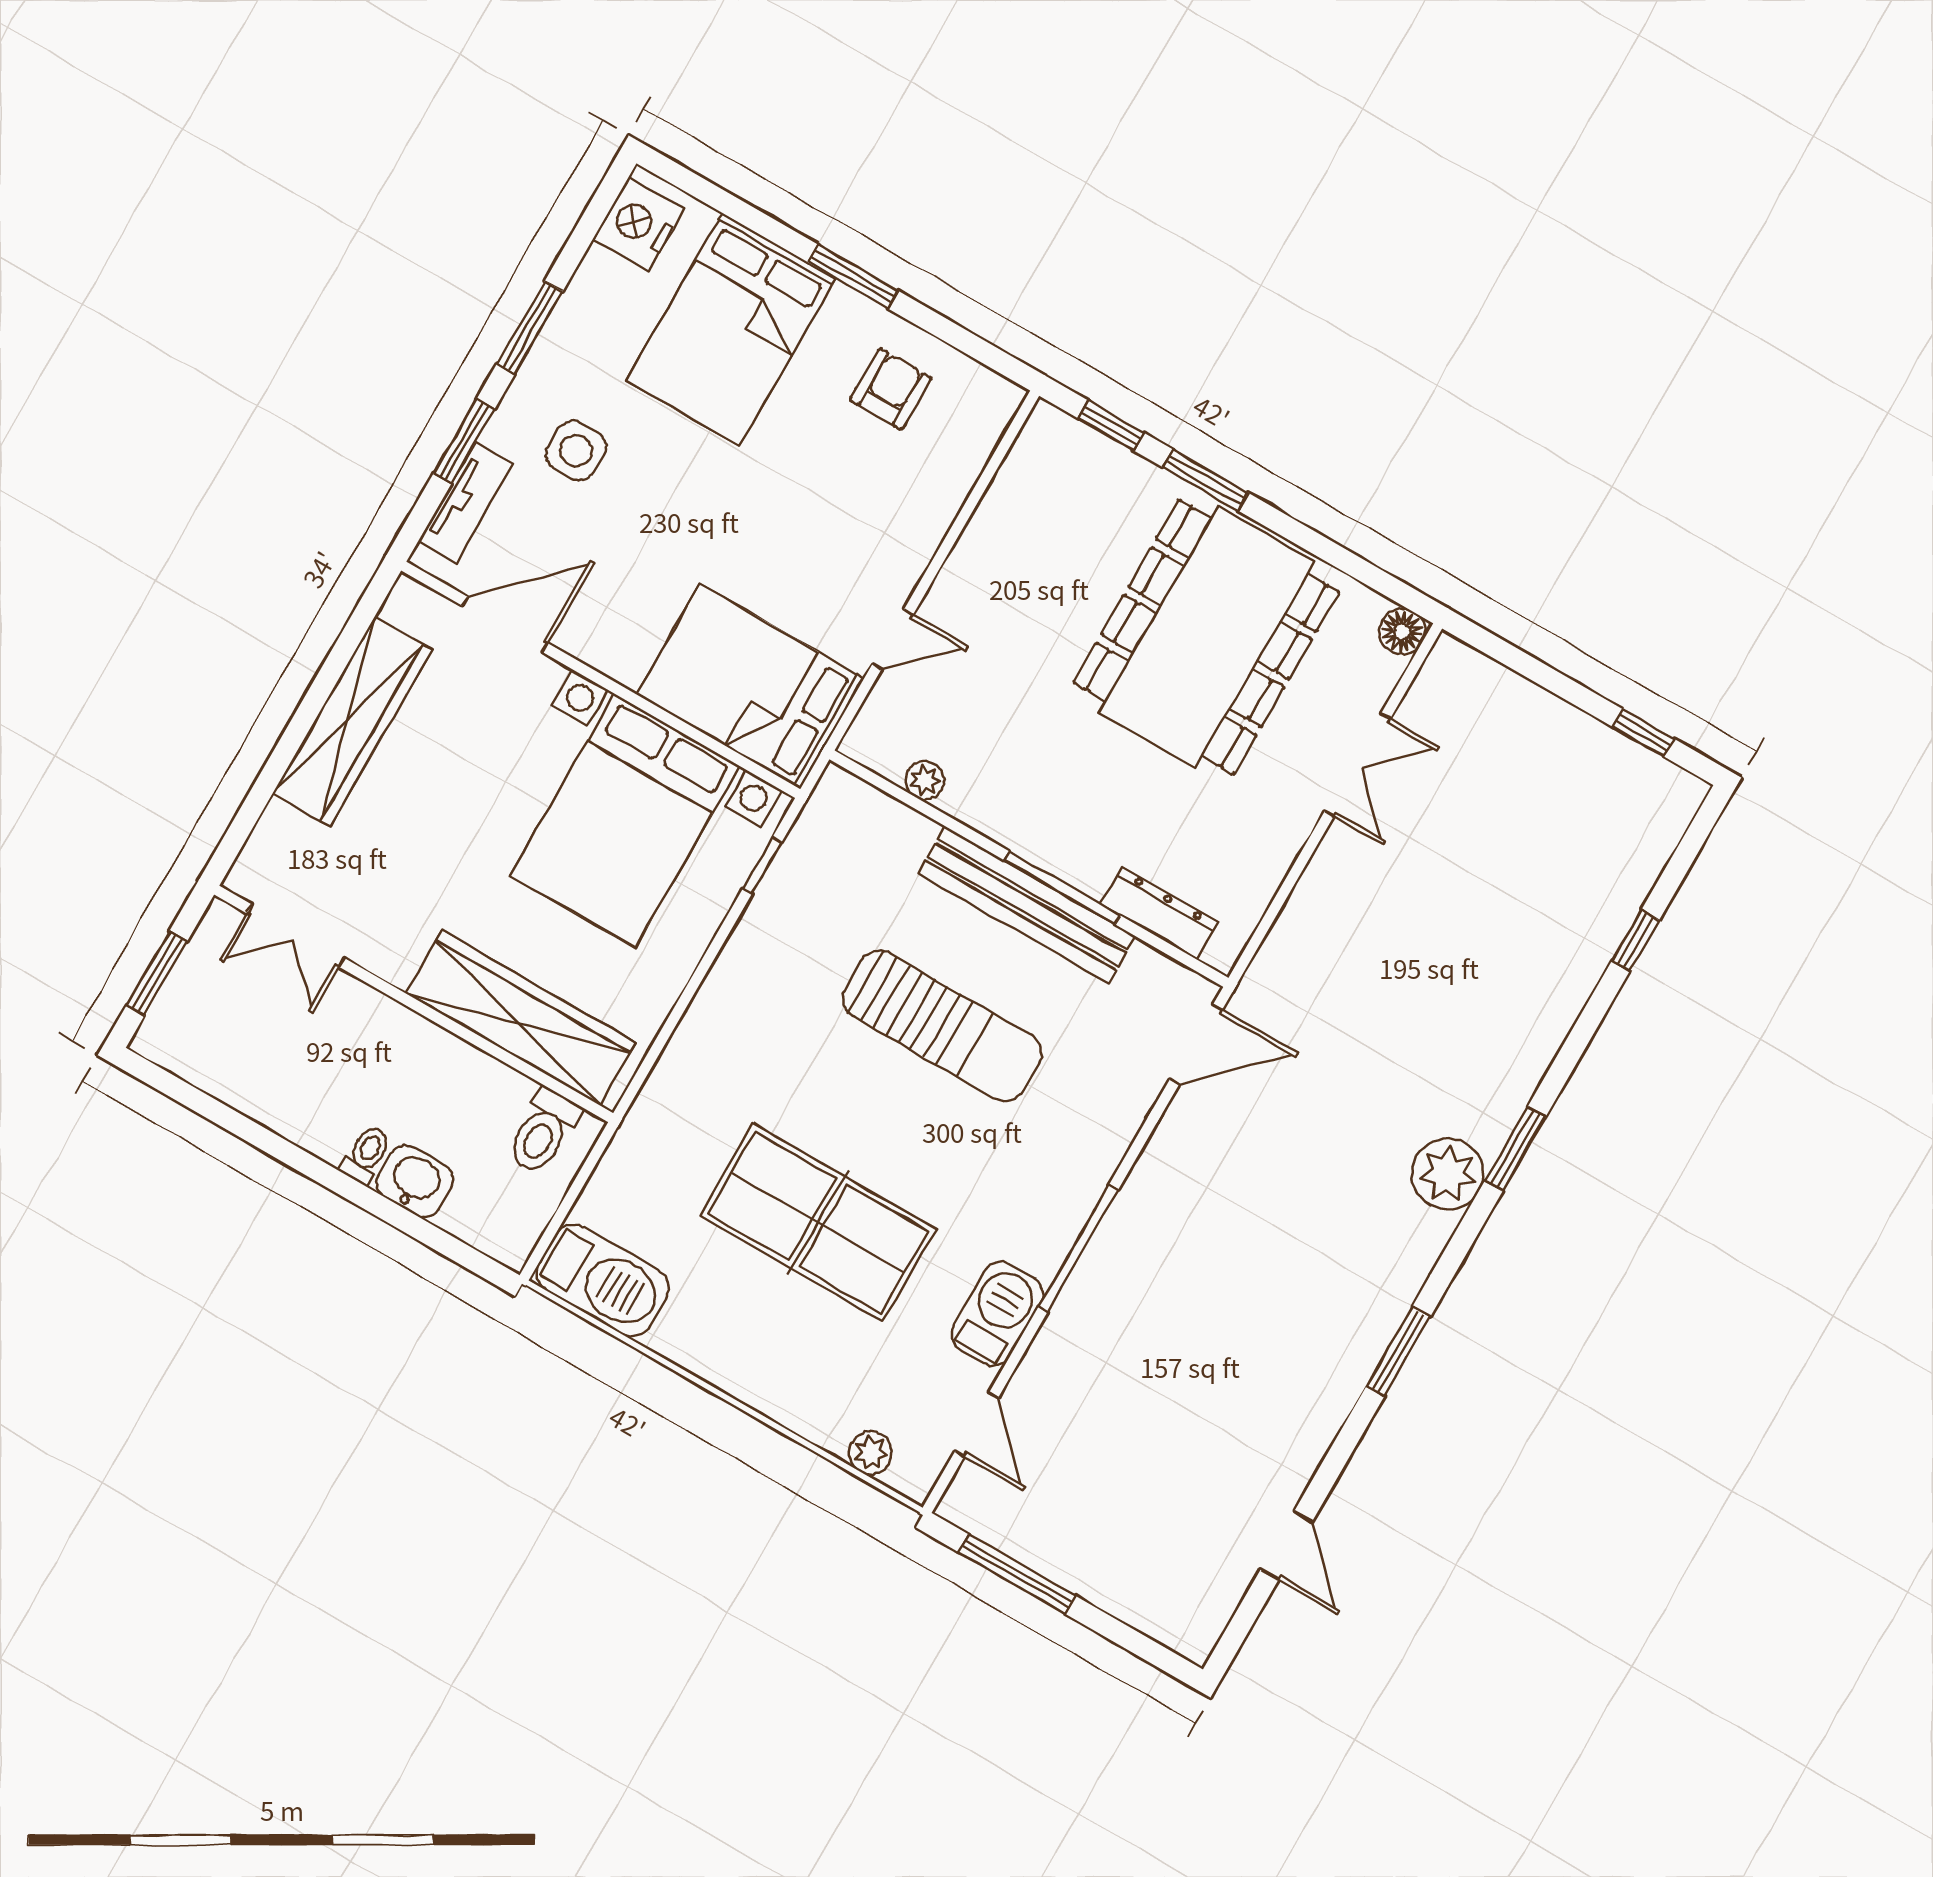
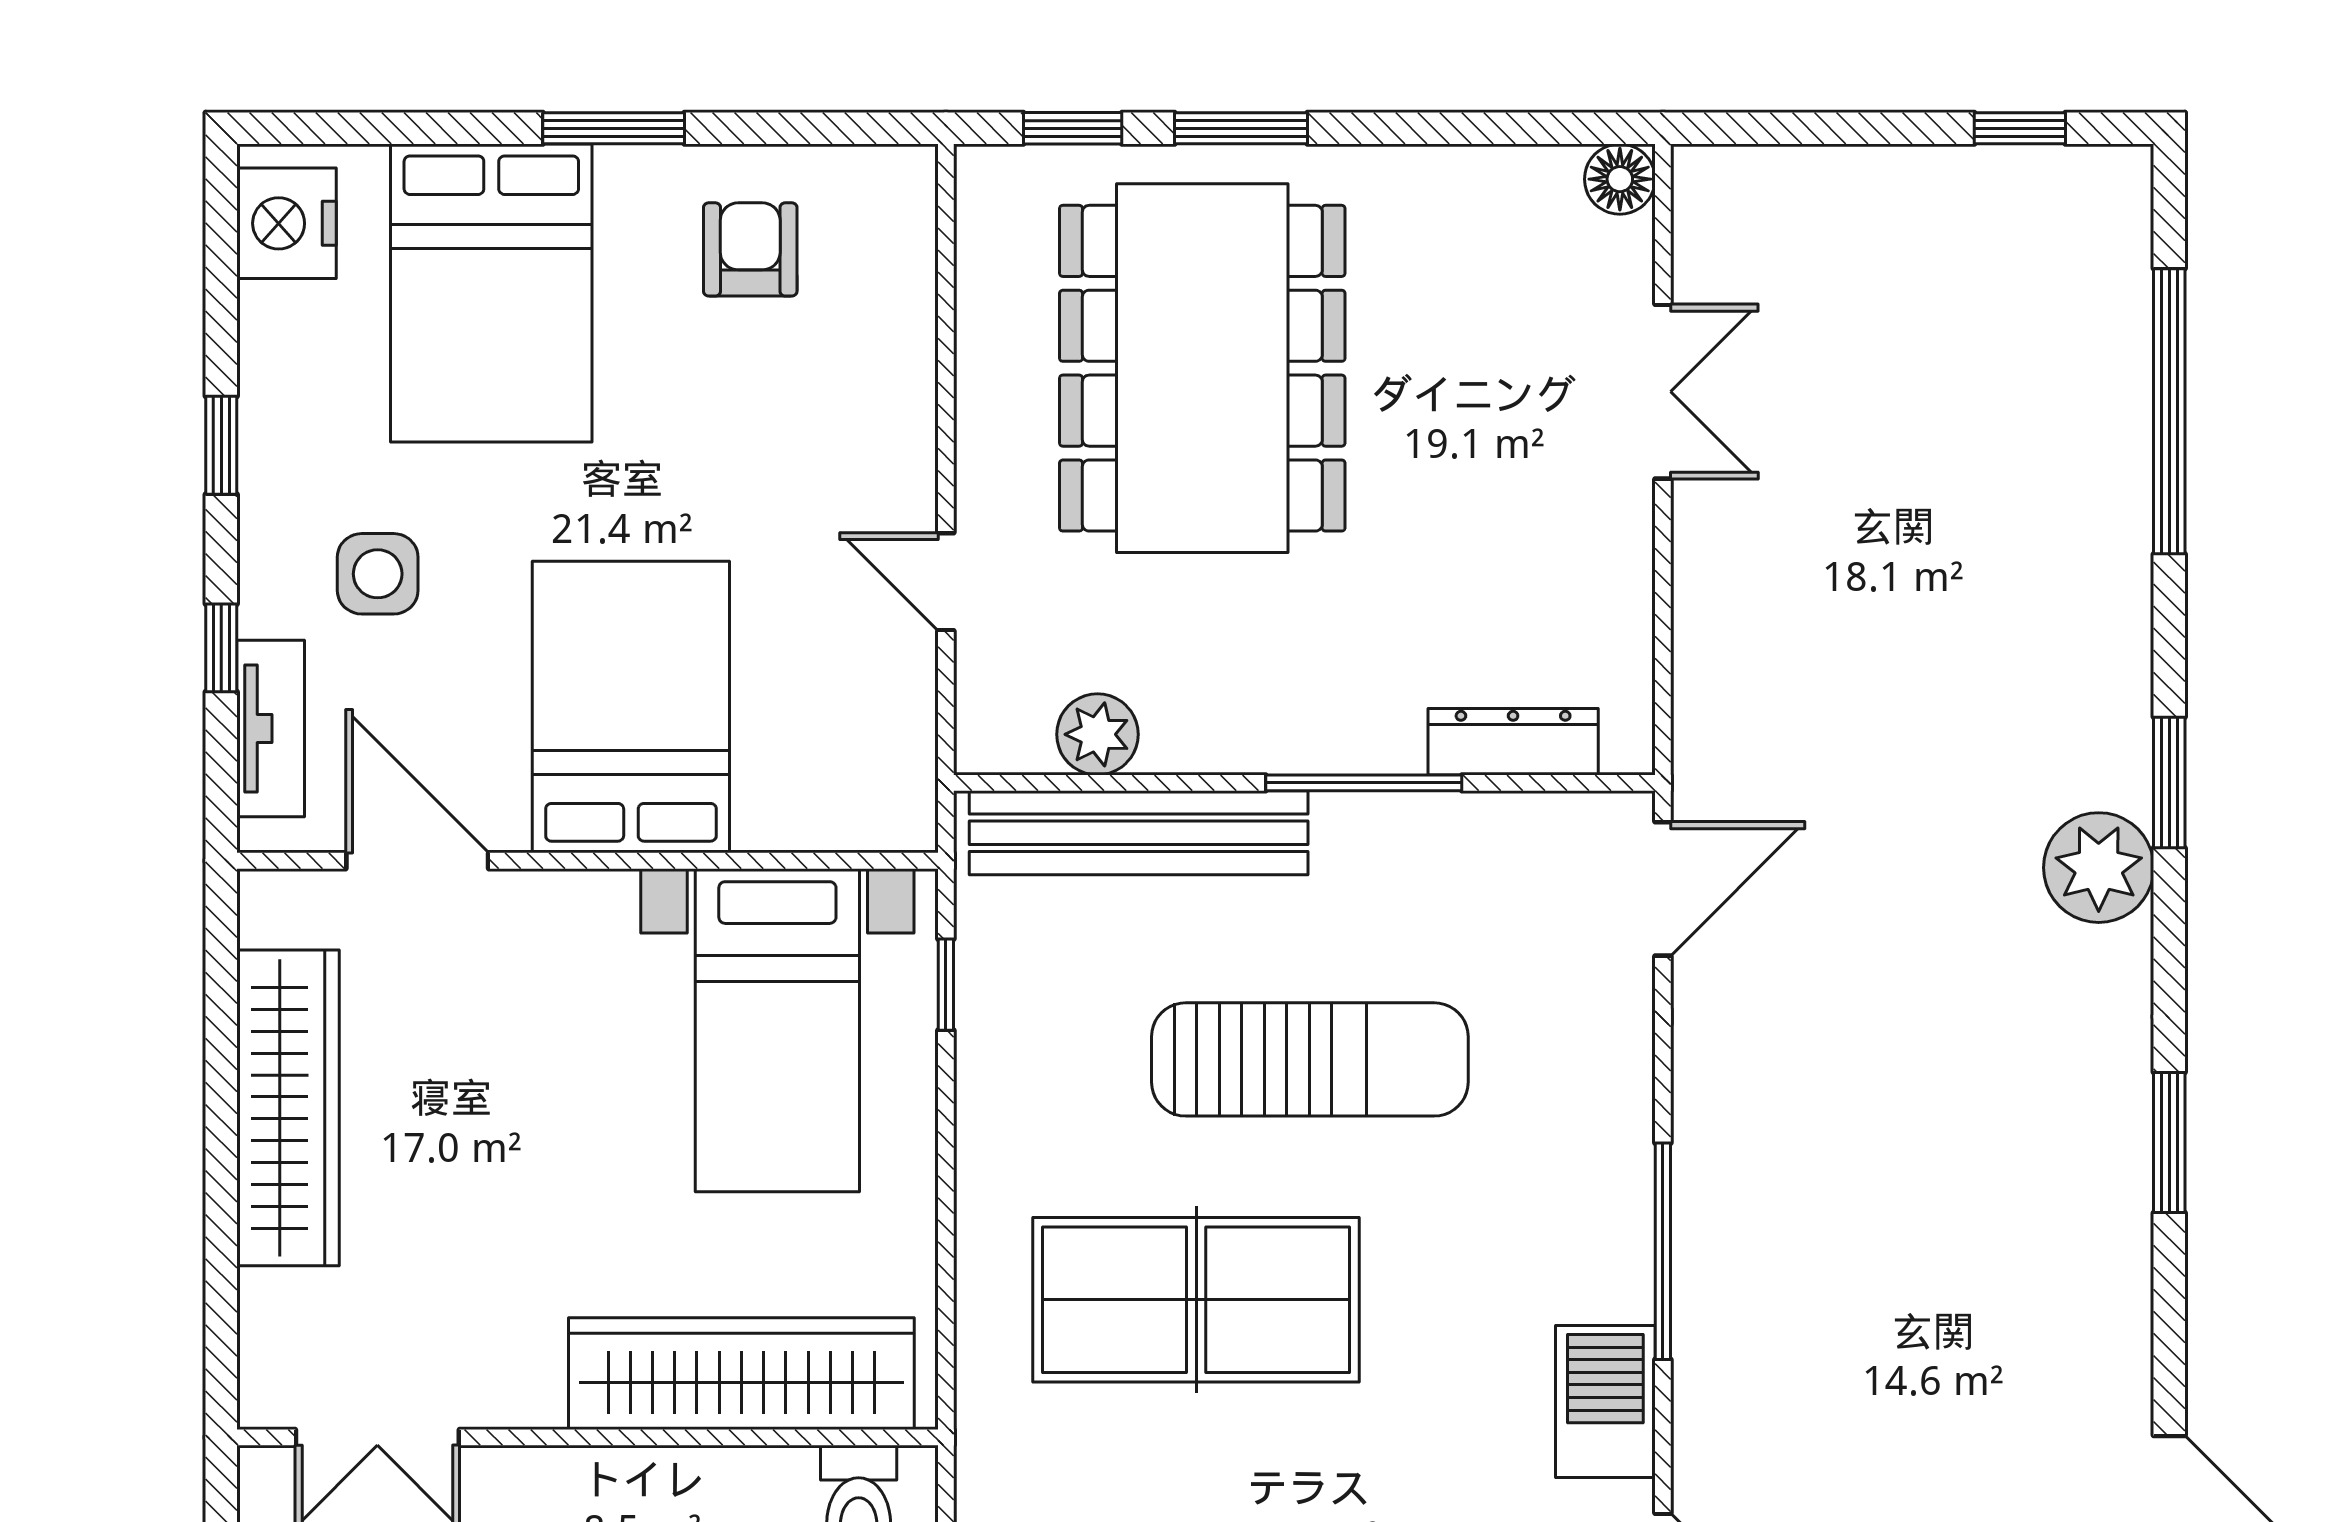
window: (530, 327) -> (221, 445), width x0.67
window: (464, 441) -> (221, 648), width x0.67
door: (505, 625) -> (417, 861), hinge flipped
dining table: (1206, 637) -> (1202, 368), moved
door: (893, 639) -> (946, 582), swing flipped
bed: (750, 686) -> (631, 707), moved, turned 90
plant: (925, 780) -> (1097, 734), width x1.38, depth x1.38
bed with nightstands: (625, 821) -> (777, 1030), width x0.73
bench: (1027, 905) -> (1139, 833), moved
window: (1636, 940) -> (2169, 411), width x3.17
table tennis table: (818, 1223) -> (1196, 1300), moved

